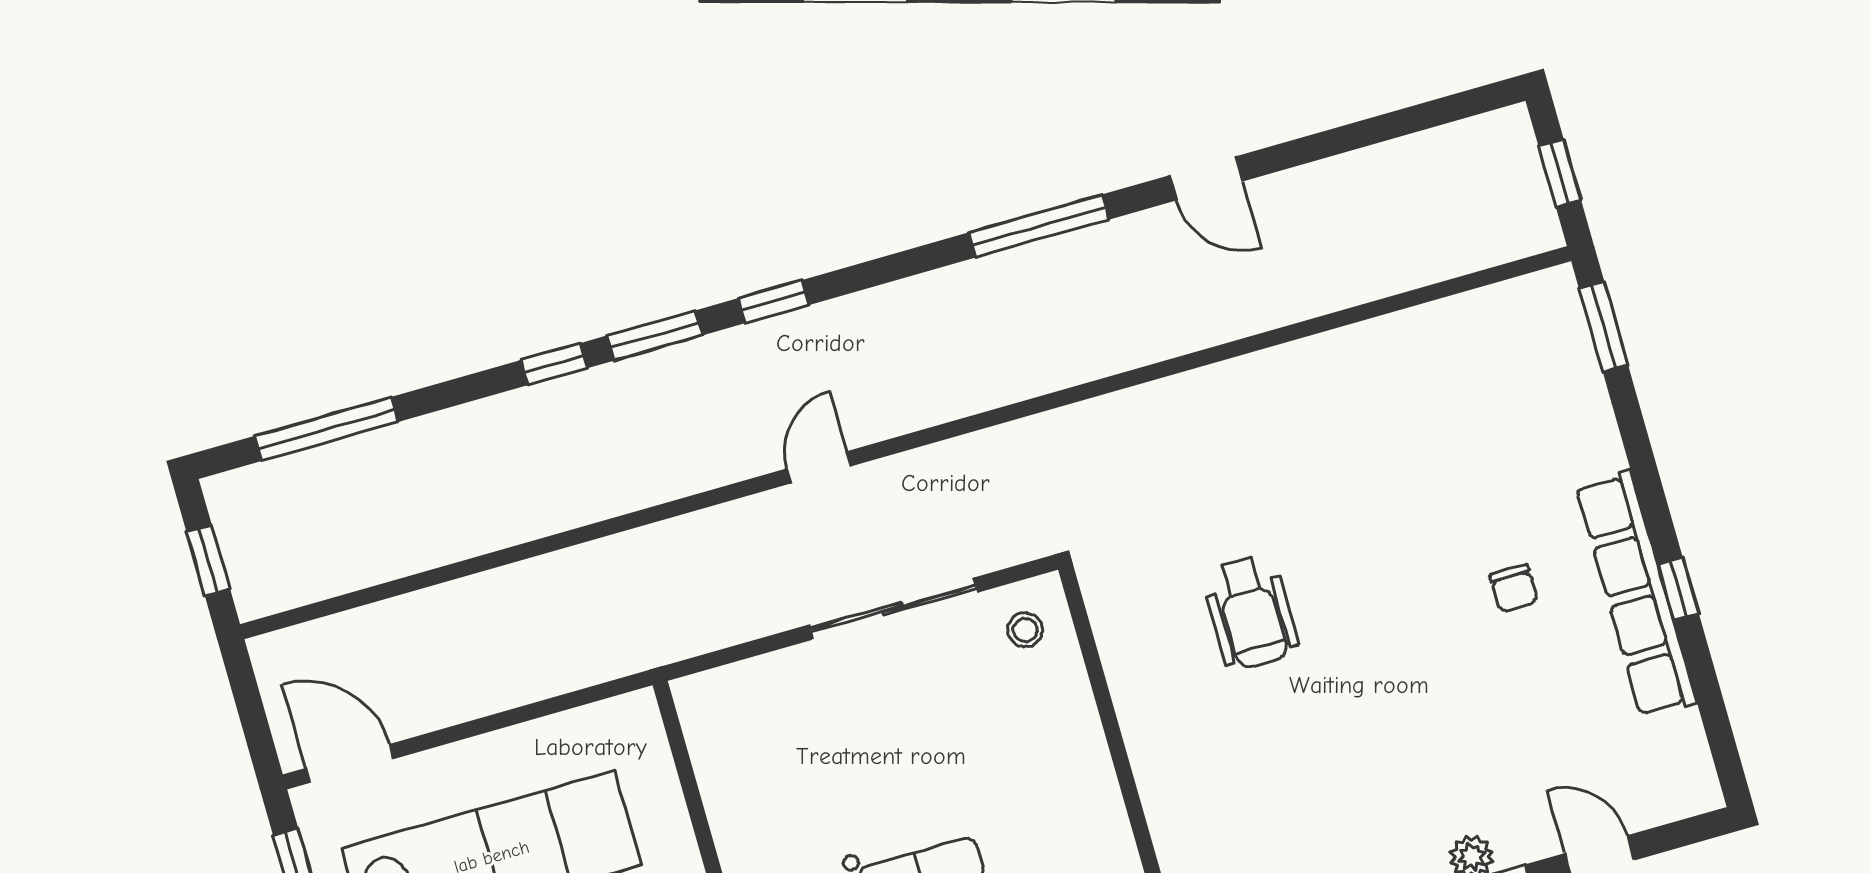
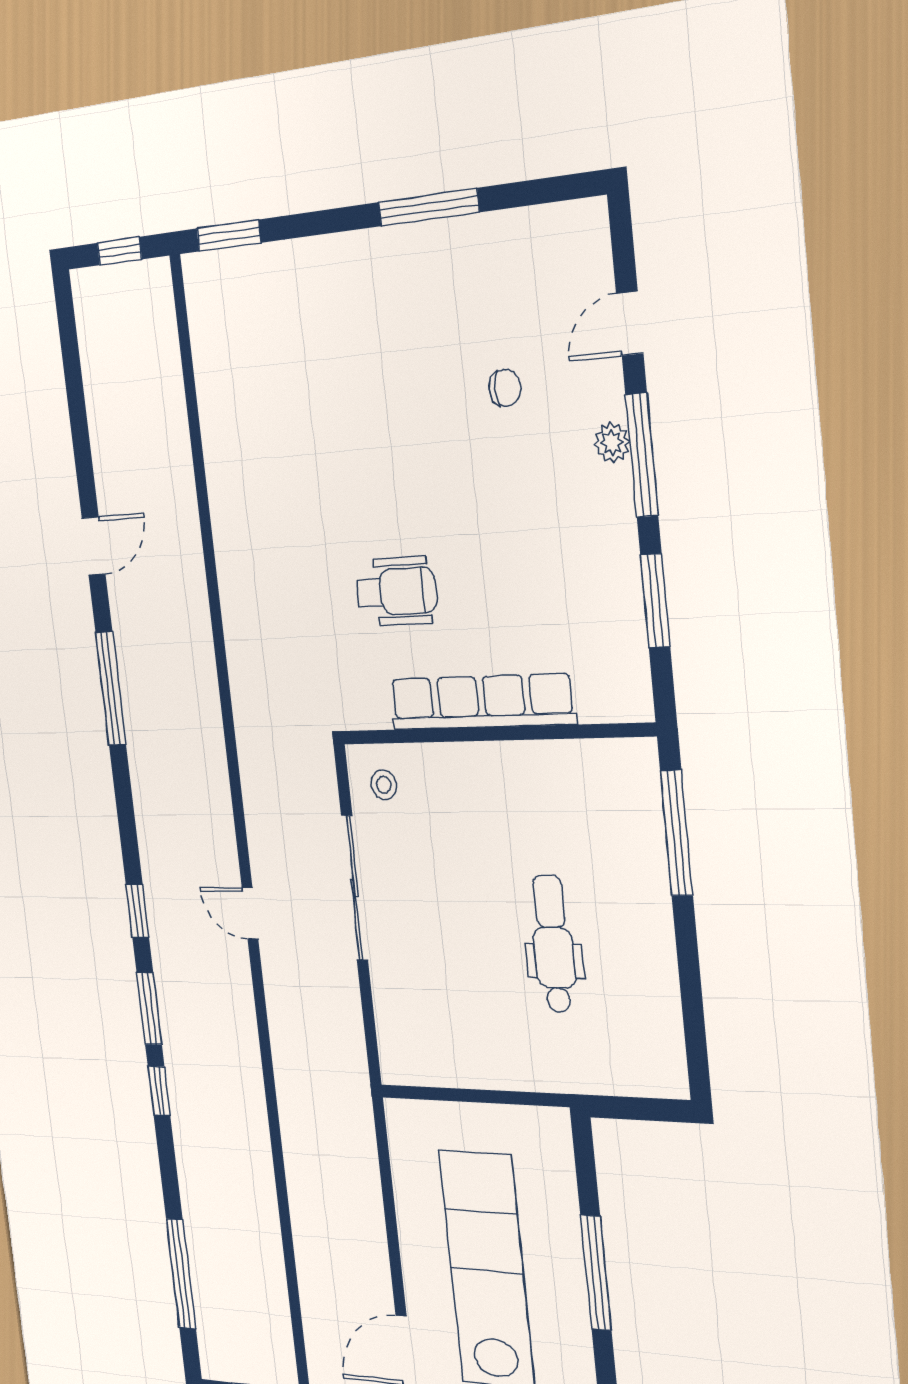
chair: (1514, 588) -> (505, 388), moved
window: (1678, 589) -> (429, 207), width x2.17
row of seats: (1636, 594) -> (481, 702), moved, turned 180

